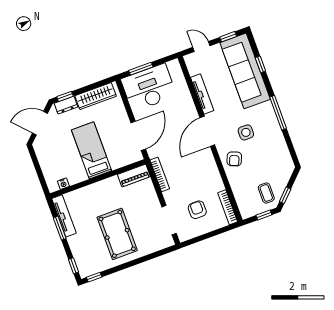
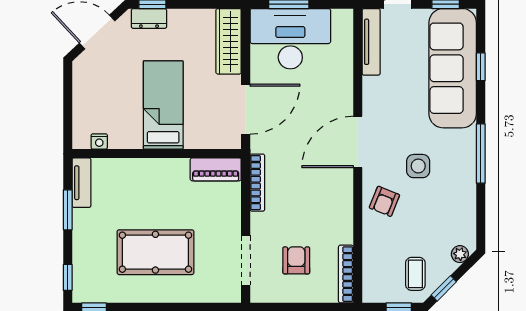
tv unit: (202, 94) -> (371, 42), moved
wardrobe: (96, 96) -> (229, 41), moved, turned 90
plant: (287, 173) -> (460, 254), added
tv unit: (64, 216) -> (81, 183), width x0.71
pool table: (117, 234) -> (155, 252), turned 90

